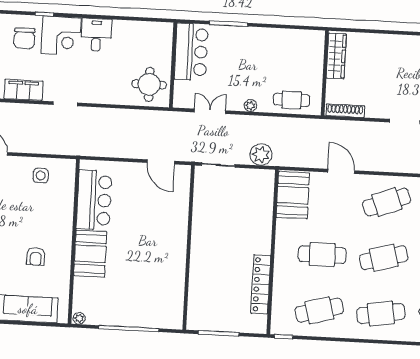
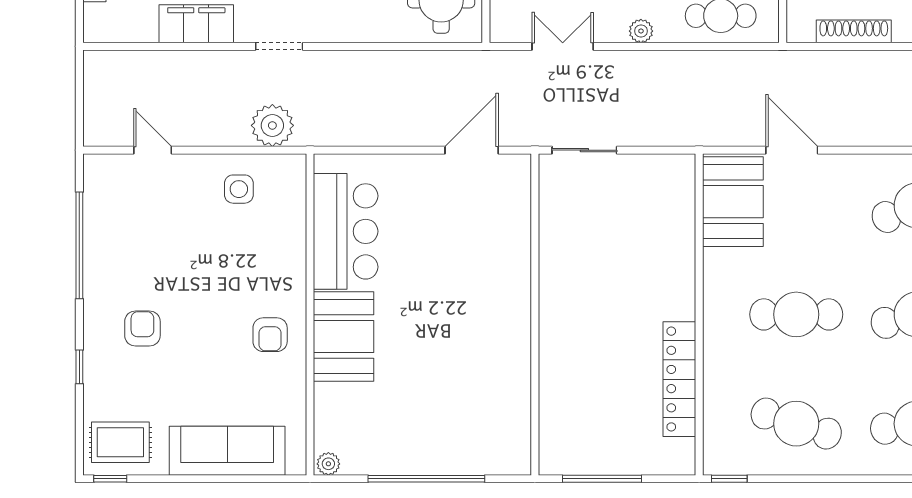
shoe rack: (345, 111) -> (854, 31), moved
plant: (261, 155) -> (272, 125), moved
door: (161, 162) -> (472, 150), swing flipped
door: (341, 171) -> (792, 150), moved
armchair: (36, 257) -> (270, 335), moved
cafe table: (319, 310) -> (796, 424), turned 33

